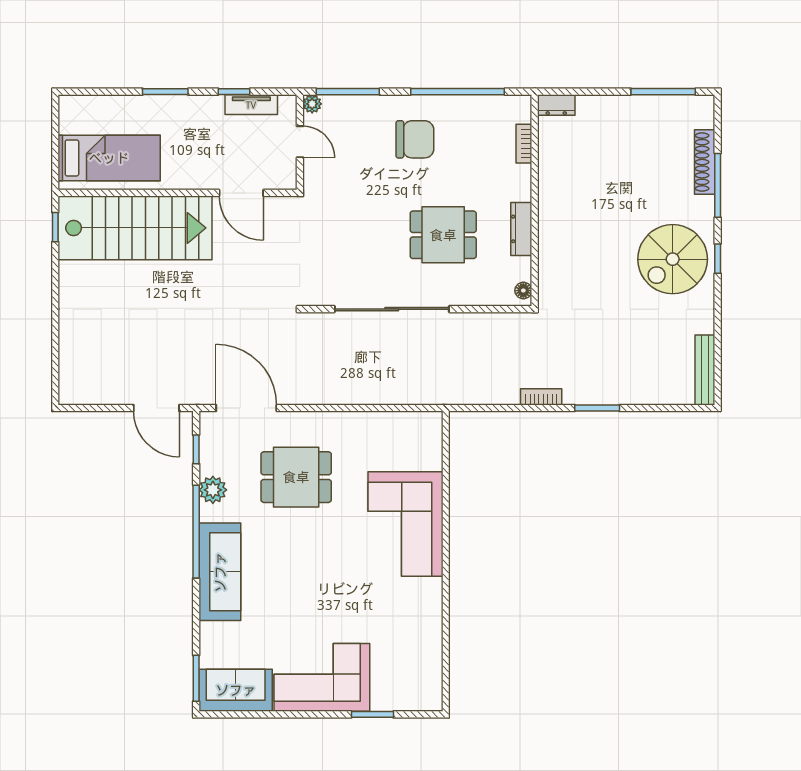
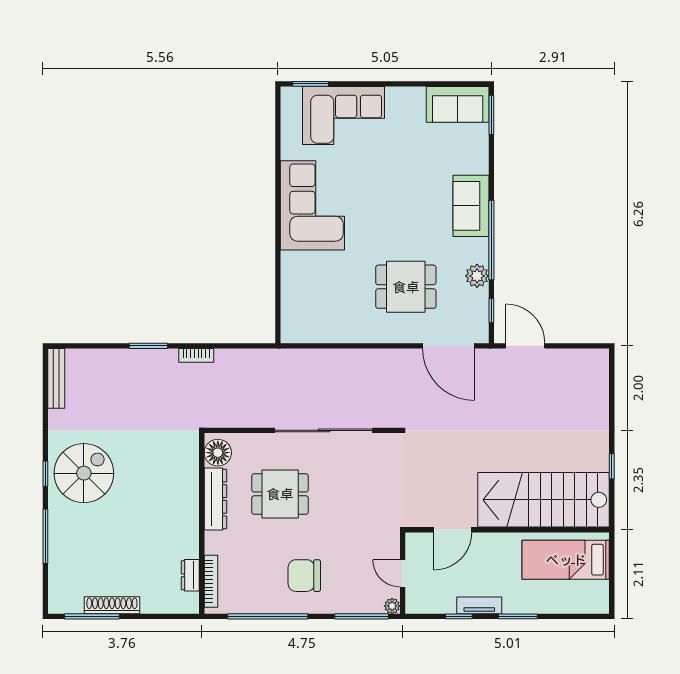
tv unit: (251, 105) -> (479, 605), moved
dresser: (556, 105) -> (190, 575), moved, turned -90
bookcase: (524, 144) -> (211, 581), width x1.56
shoe rack: (705, 162) -> (112, 605), moved, turned -90
door: (241, 193) -> (453, 530), swing flipped
window: (55, 227) -> (612, 466), moved
dresser: (521, 229) -> (215, 499), width x1.37, depth x1.24
floor lamp: (523, 291) -> (218, 453), width x1.89, depth x1.89
corner sofa: (405, 524) -> (312, 205), moved
sofa: (220, 572) -> (471, 206), width x0.73
corner sofa: (322, 677) -> (343, 115), moved
window: (372, 714) -> (311, 84), moved

